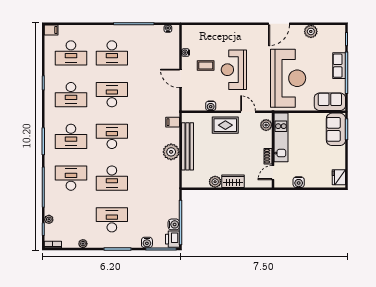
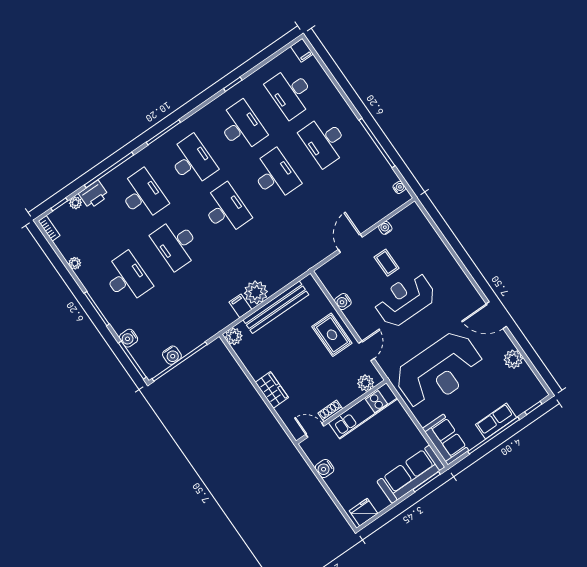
desk: (71, 95) -> (241, 127), turned 180
filing cabinet: (173, 122) -> (240, 306), moved
sofa: (336, 129) -> (411, 474), width x1.36
desk: (71, 136) -> (192, 161), turned 180
plant: (215, 182) -> (234, 336), moved
printer: (172, 239) -> (94, 195), moved, turned 180

